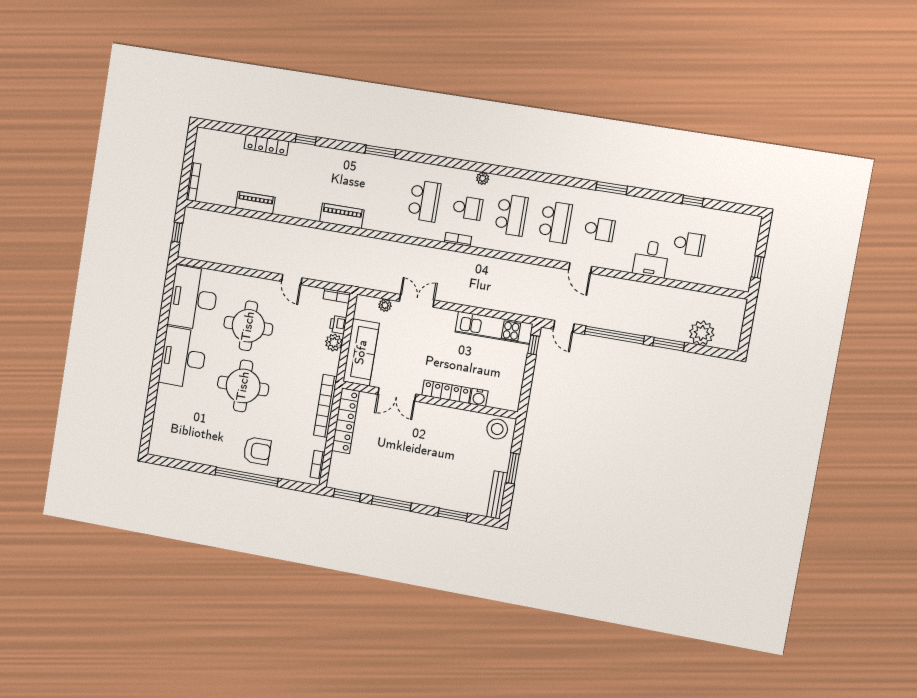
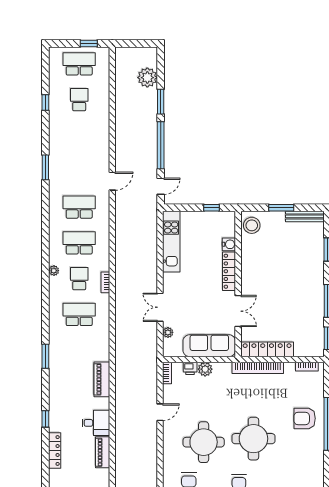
school desk: (600, 229) -> (79, 64), moved, width x1.85
desk: (651, 259) -> (96, 423), moved
window: (533, 345) -> (212, 208), moved
armchair: (257, 451) -> (305, 418), turned -90

